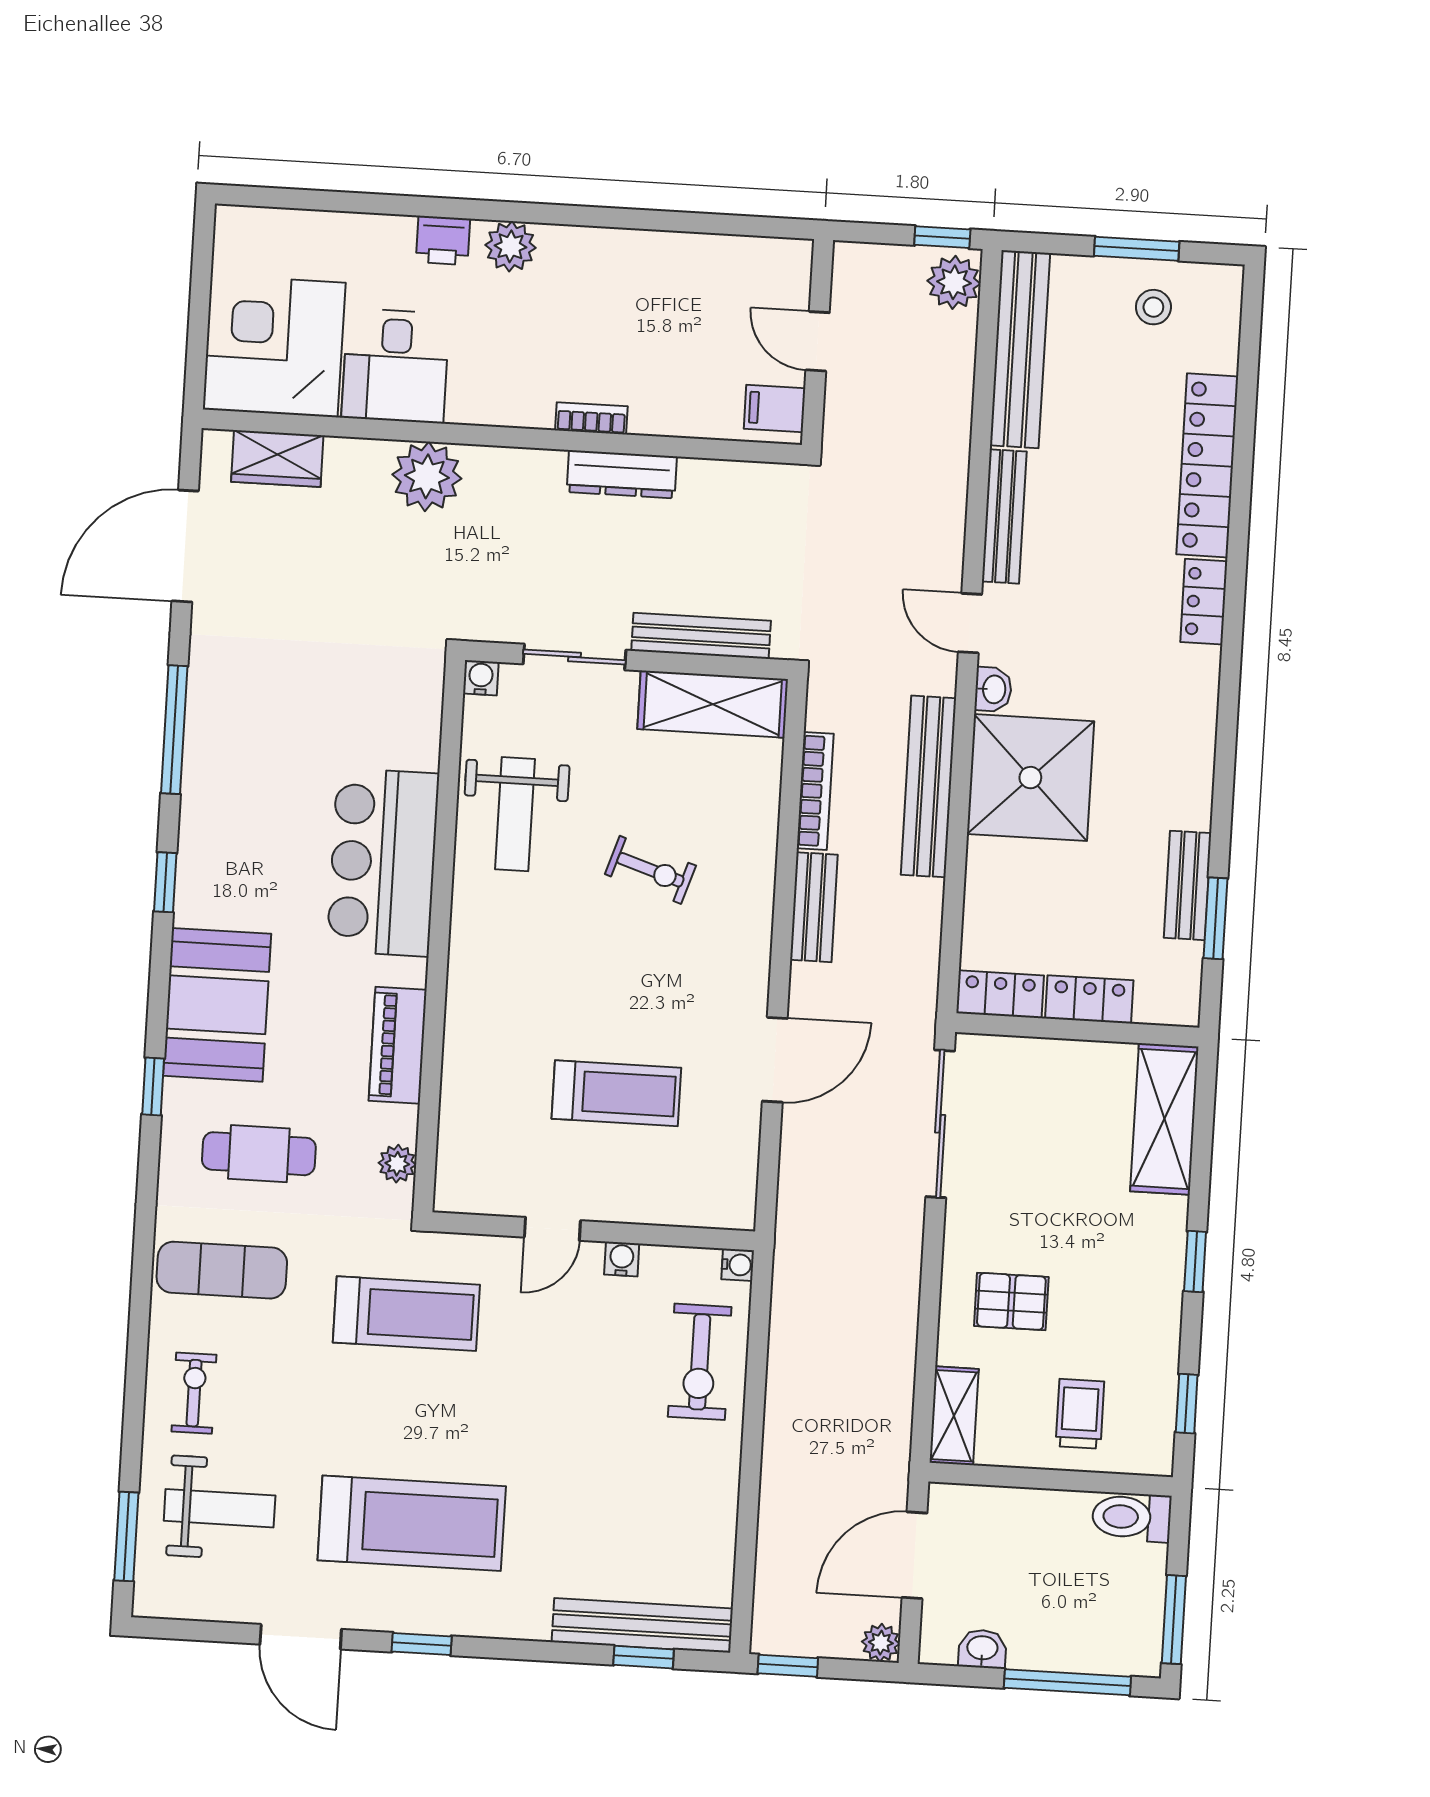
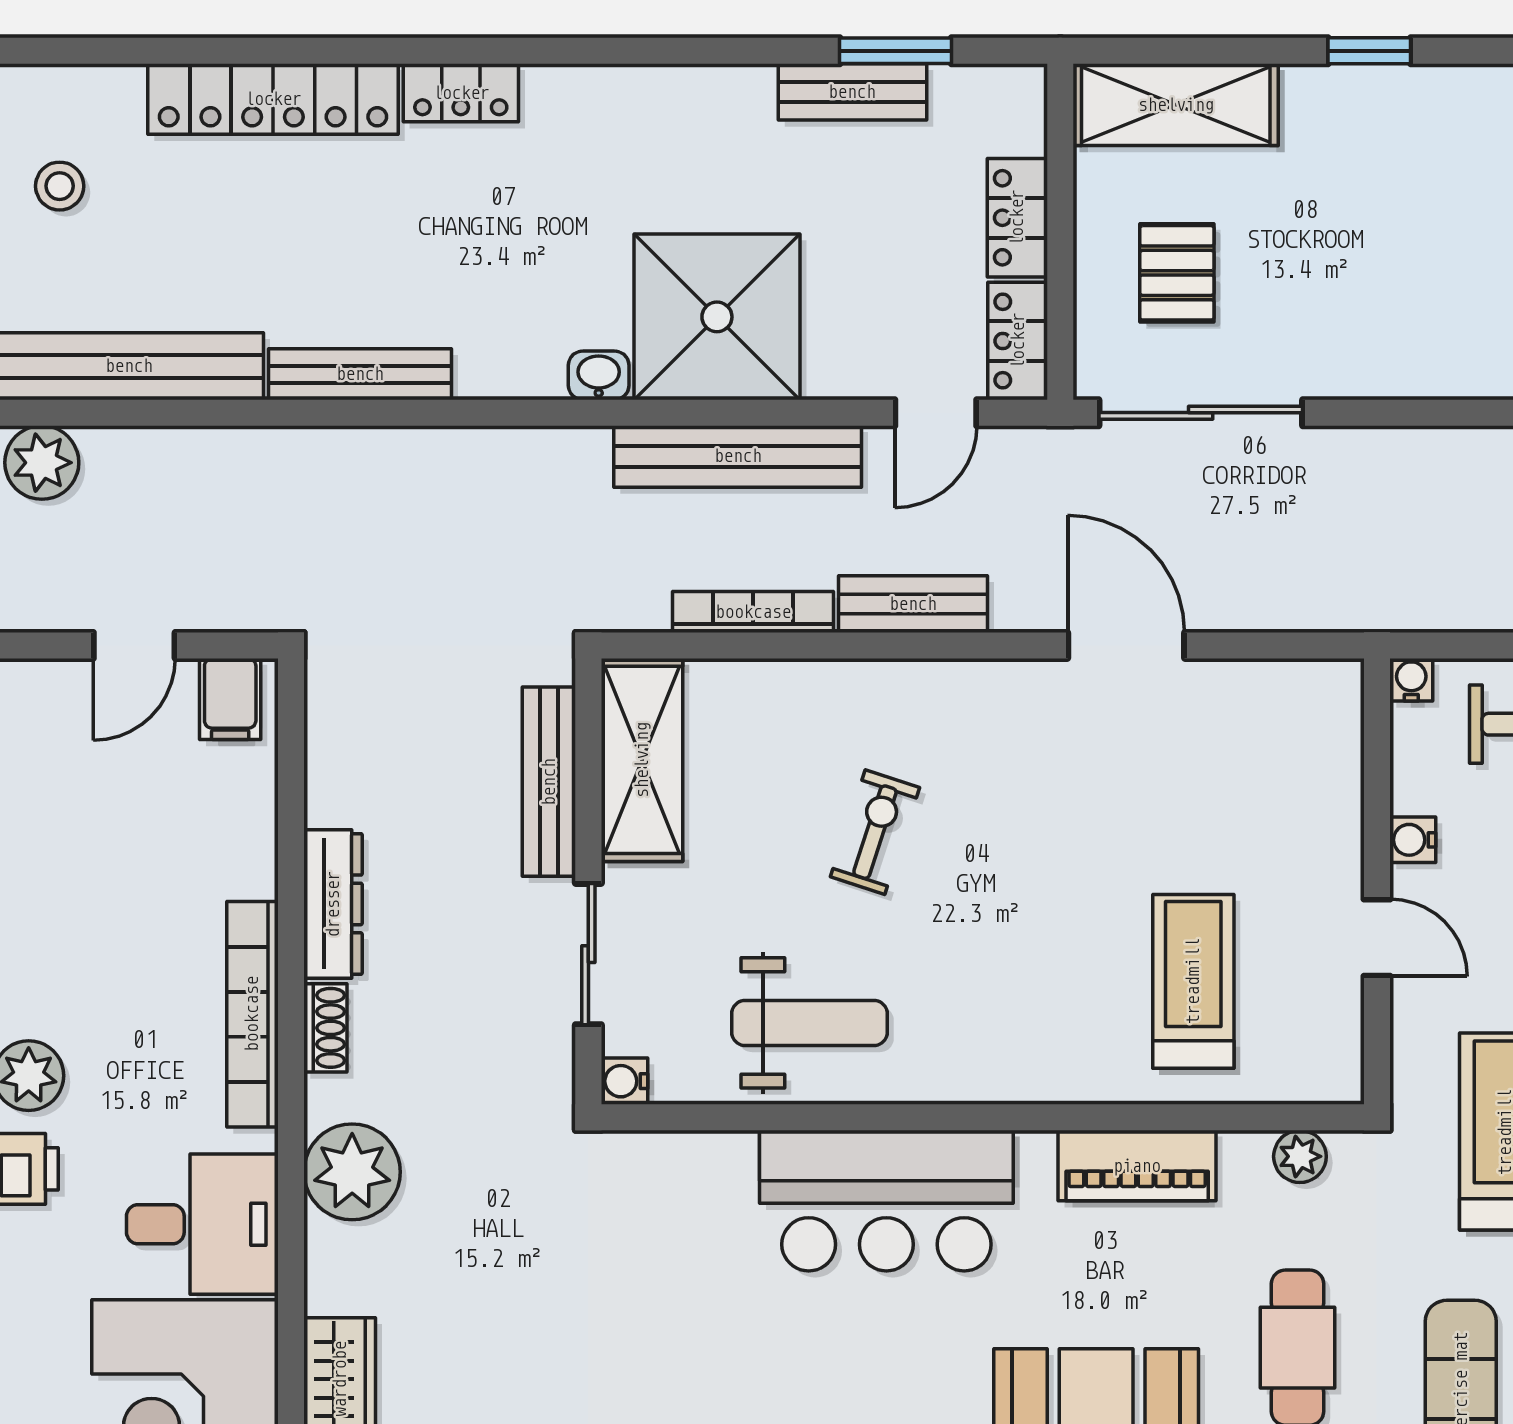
bookcase: (591, 418) -> (252, 1014), width x2.31, depth x1.31
shoe rack: (532, 463) -> (325, 1028), added
door: (970, 623) -> (936, 413), moved
treadmill: (616, 1093) -> (1193, 981), moved
pallet: (1011, 1301) -> (1177, 273), moved

